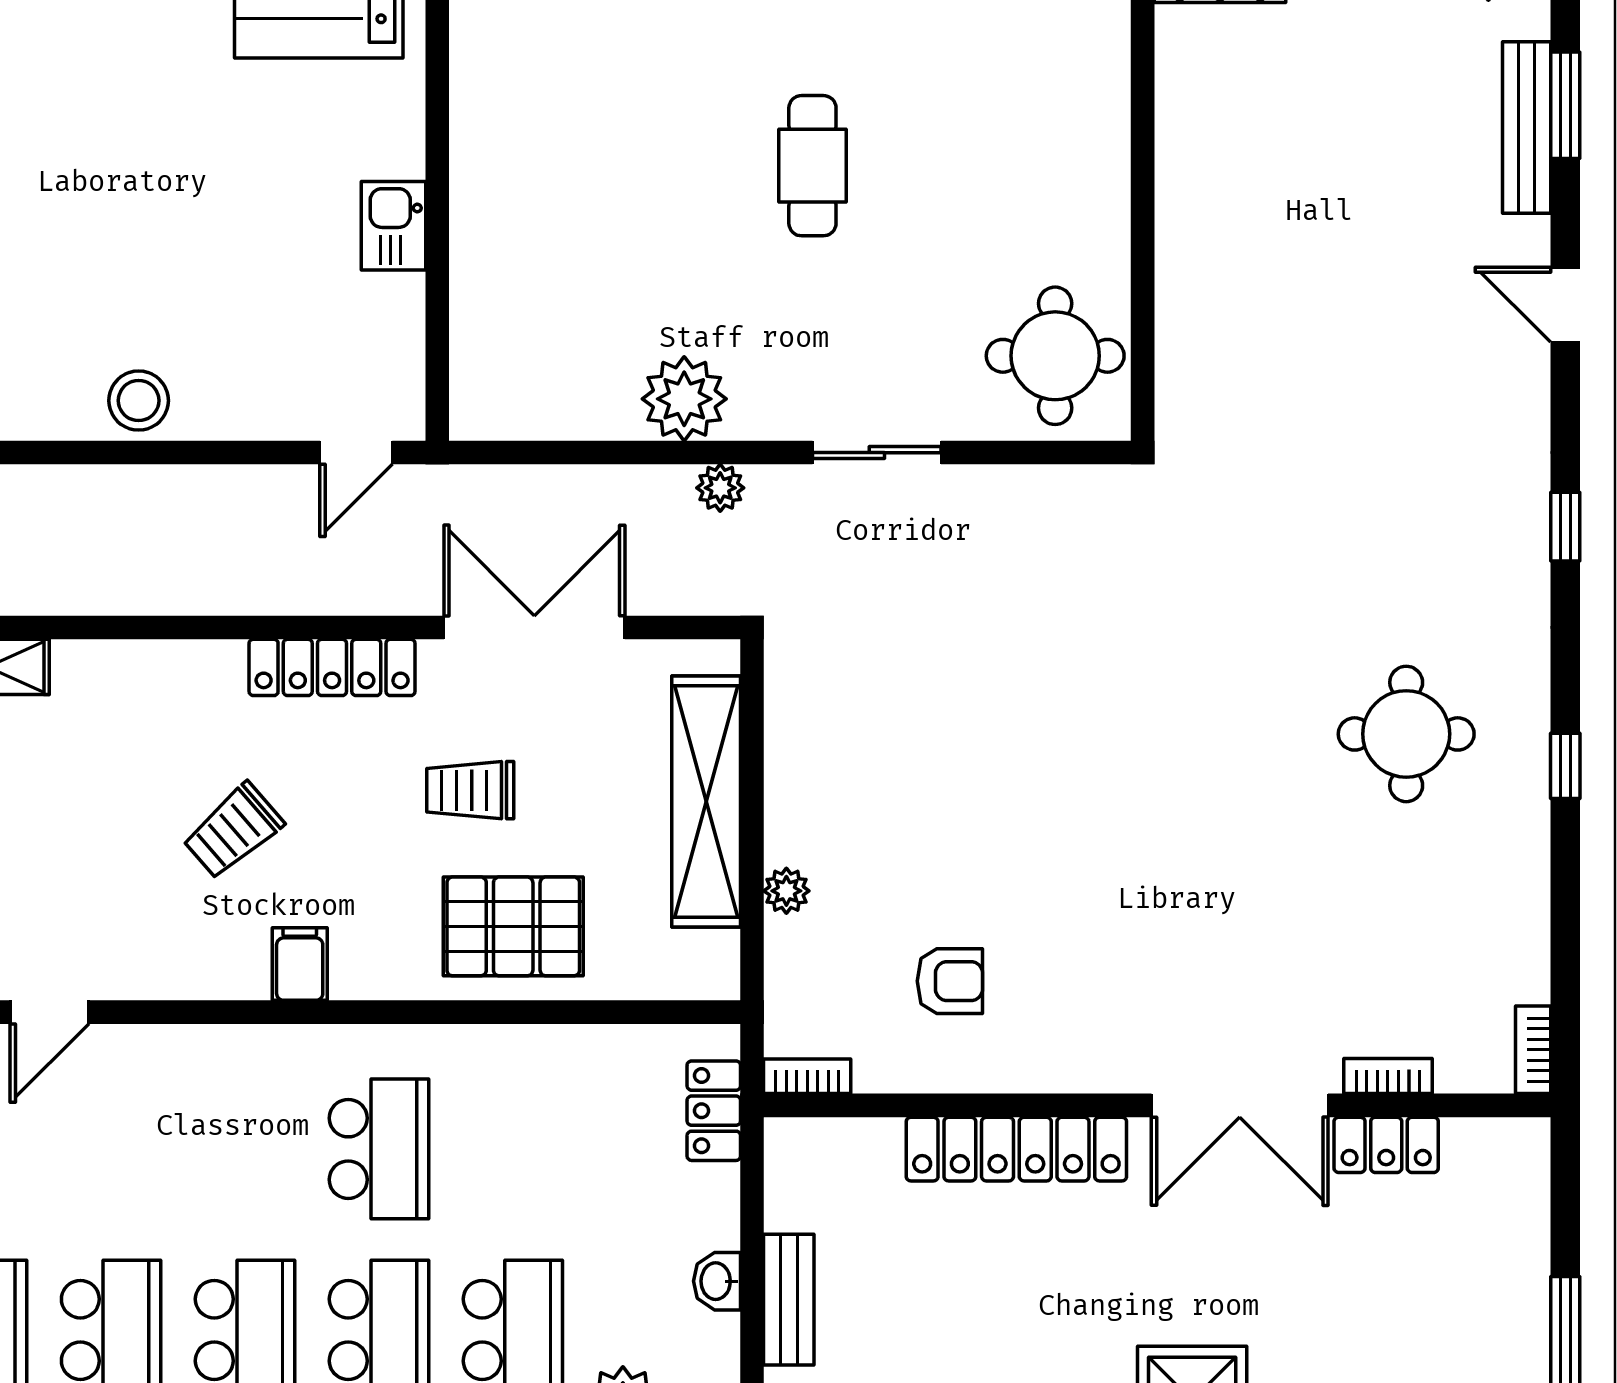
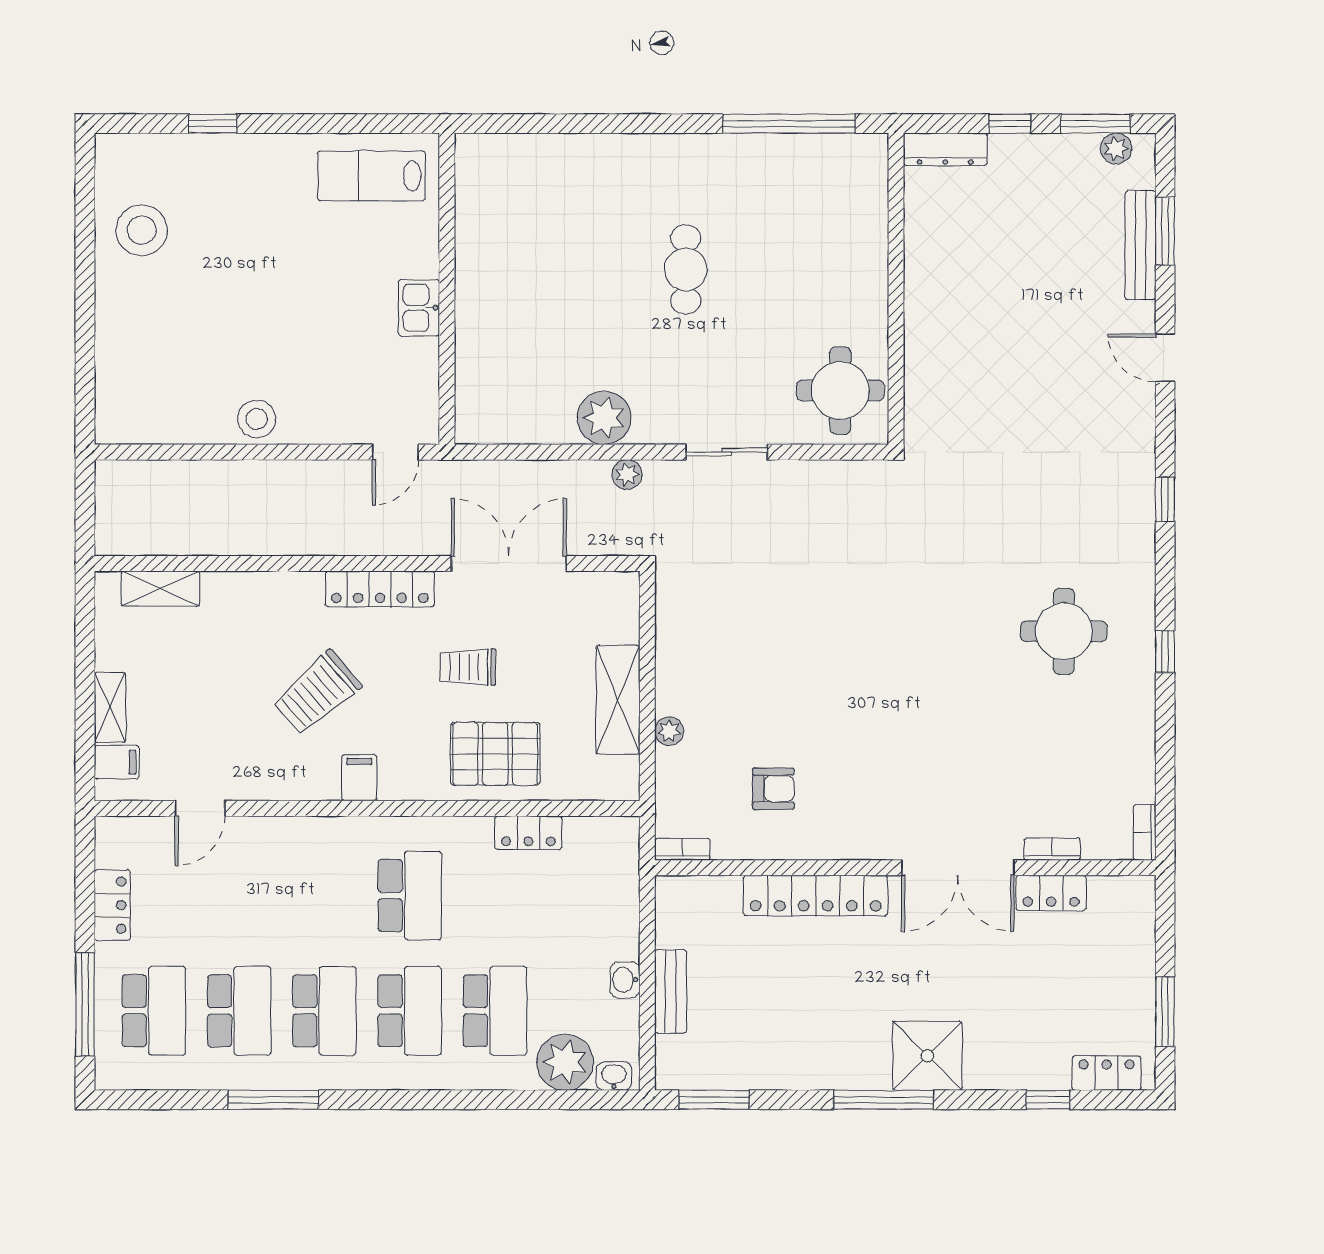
shelving: (706, 802) -> (618, 700), width x0.68
trolley: (233, 831) -> (317, 693), width x1.36, depth x1.39
locker: (714, 1111) -> (528, 833), moved, turned -90

